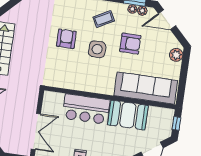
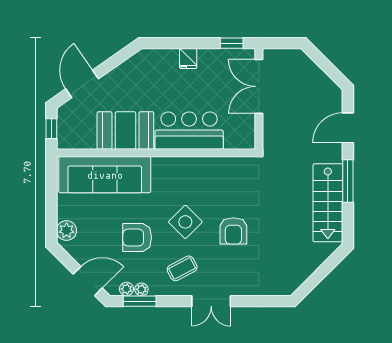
side table: (97, 49) -> (185, 222), turned 45

